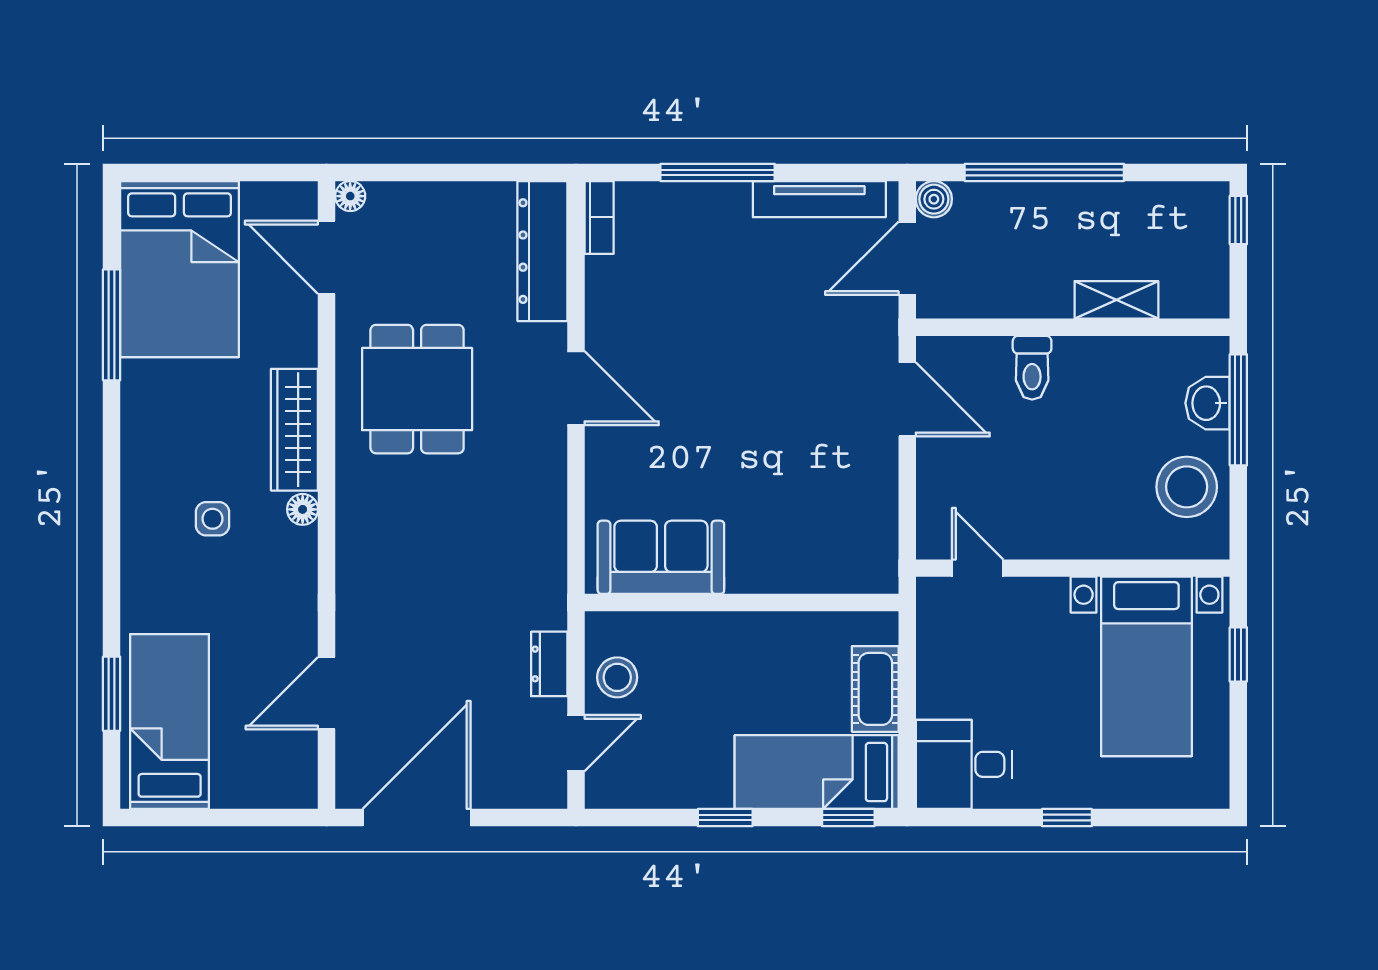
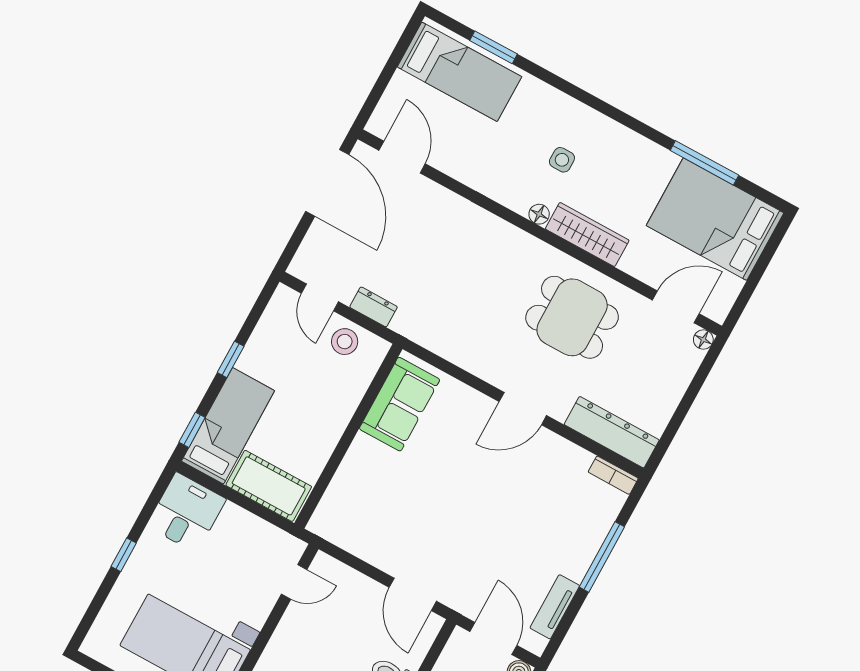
tv unit: (819, 199) -> (555, 607), width x0.71
door: (907, 399) -> (413, 594), hinge flipped
cot: (875, 689) -> (269, 486), width x1.37, depth x1.34
door: (327, 693) -> (402, 157), moved

